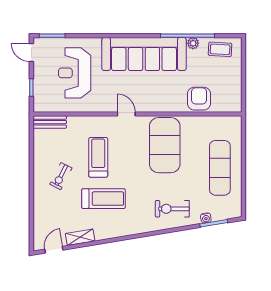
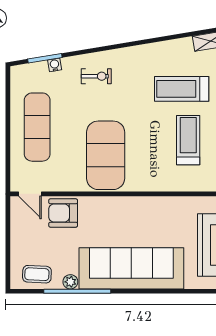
armchair: (199, 99) -> (63, 213), turned 90
door: (126, 114) -> (30, 194), moved
treadmill: (98, 157) -> (188, 140), turned 180
exercise bike: (172, 209) -> (96, 76), width x0.73, depth x0.72

